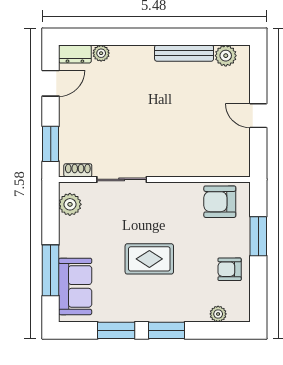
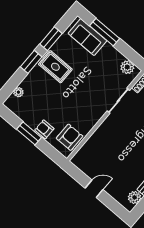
window: (258, 236) -> (29, 133), moved
rug: (149, 259) -> (55, 67), moved, turned 90
armchair: (230, 269) -> (44, 129), moved, turned -90

